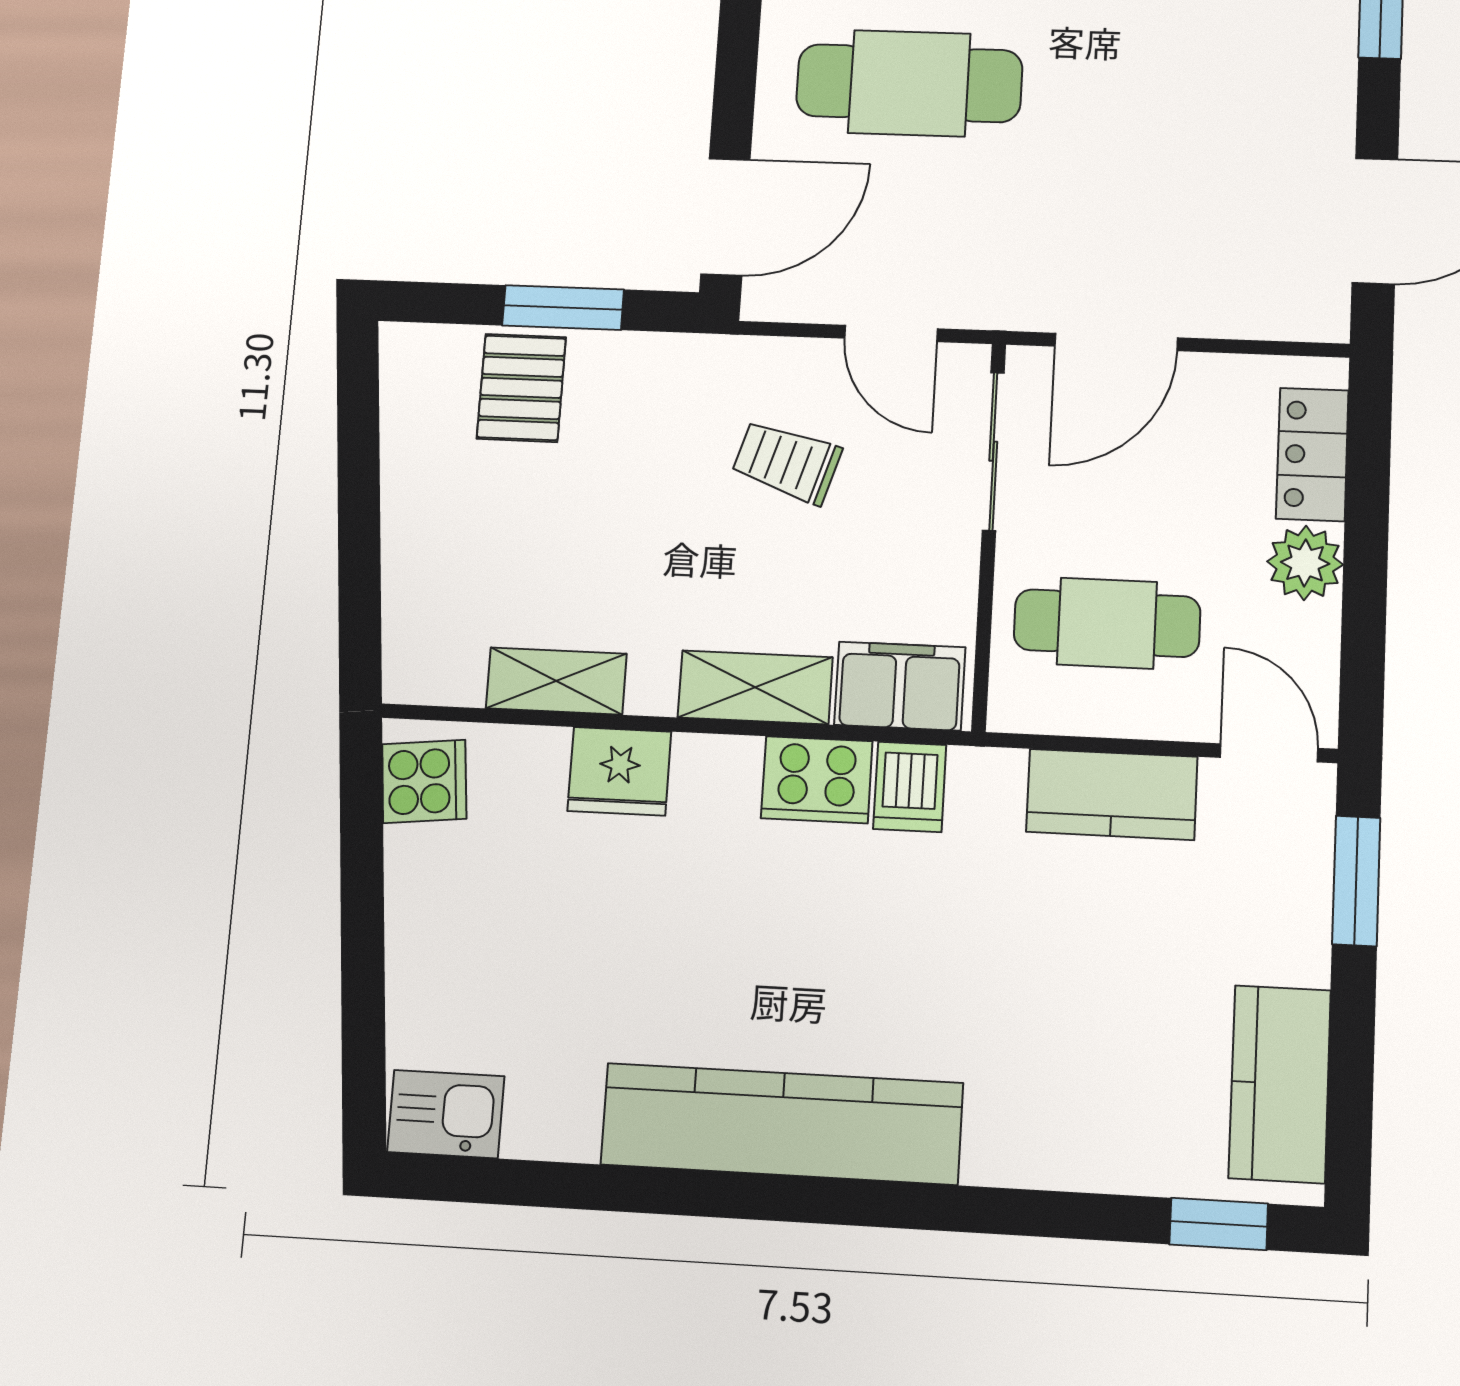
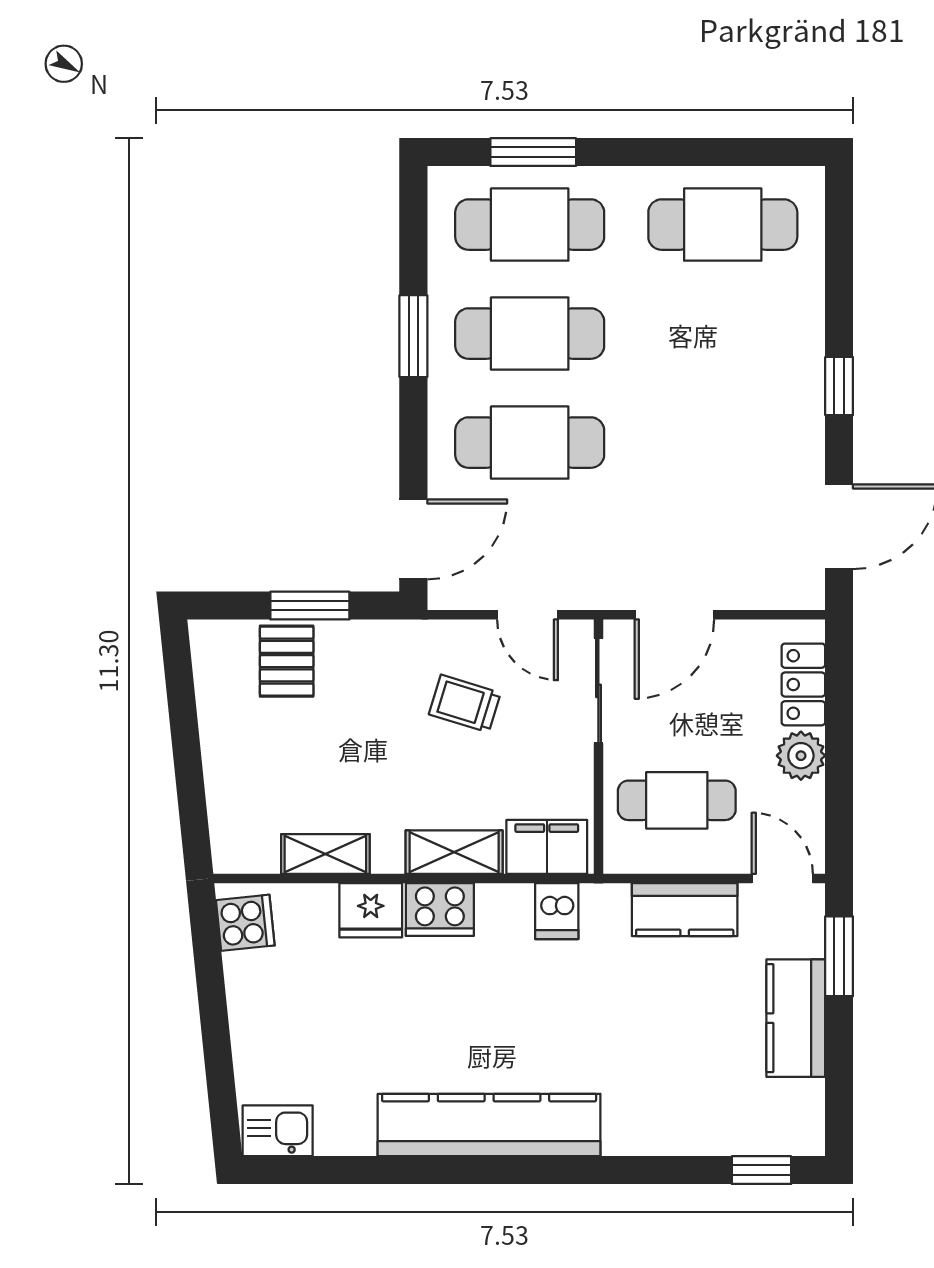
cooker: (817, 780) -> (440, 909), moved
kitchen counter: (1280, 1084) -> (796, 1018), moved

